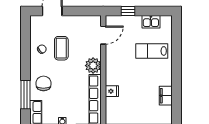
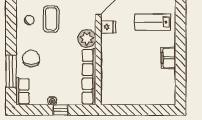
fridge: (112, 91) -> (108, 27), moved
filing cabinet: (166, 96) -> (168, 58), moved

